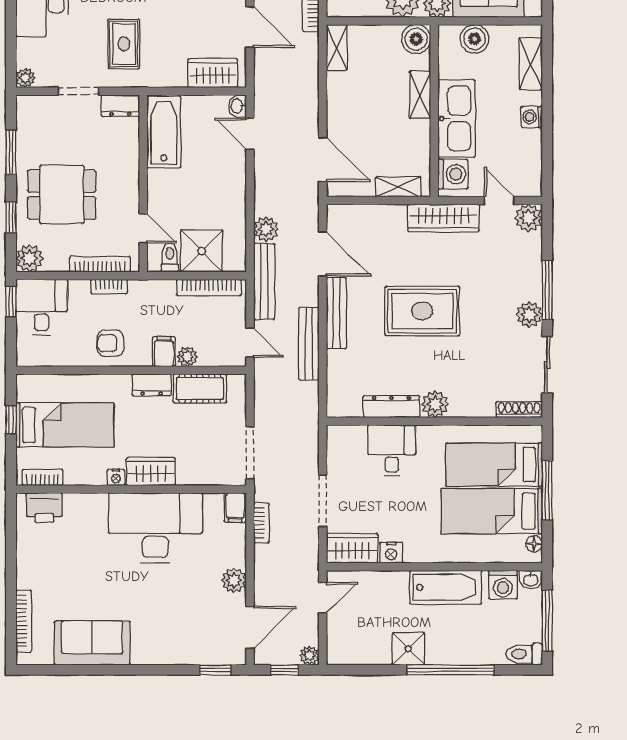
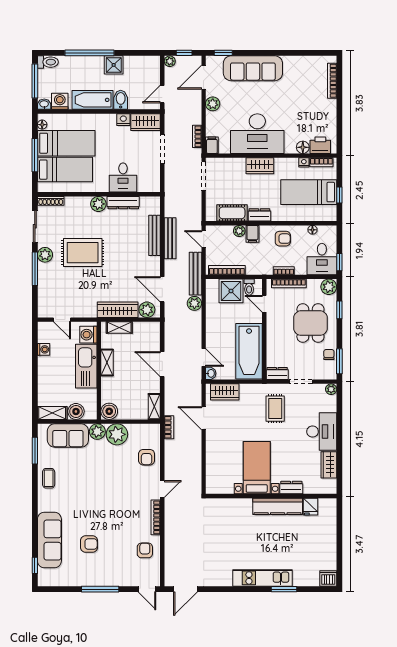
shelving: (531, 64) -> (52, 413), moved, turned 90
shelving: (420, 95) -> (107, 363), moved
washing machine: (532, 117) -> (44, 349), moved
bathtub: (164, 132) -> (249, 351), width x1.36, depth x1.36
chair: (29, 139) -> (329, 355), added
window: (11, 152) -> (339, 361), moved
door: (323, 160) -> (162, 364), moved
dining table: (62, 195) -> (310, 323), turned 90
wardrobe: (443, 218) -> (118, 310), moved
plant: (528, 218) -> (147, 310), moved
rug: (422, 311) -> (83, 253), moved
bench: (336, 313) -> (155, 235), moved
floor lamp: (58, 359) -> (312, 230), added
nightstand: (116, 477) -> (304, 162), moved
floor lamp: (75, 504) -> (303, 147), added
bidet: (396, 587) -> (121, 100), added
sofa: (92, 643) -> (253, 68), moved, width x1.36

